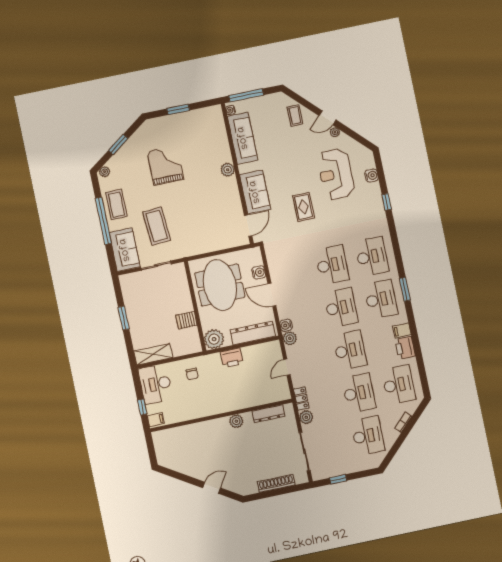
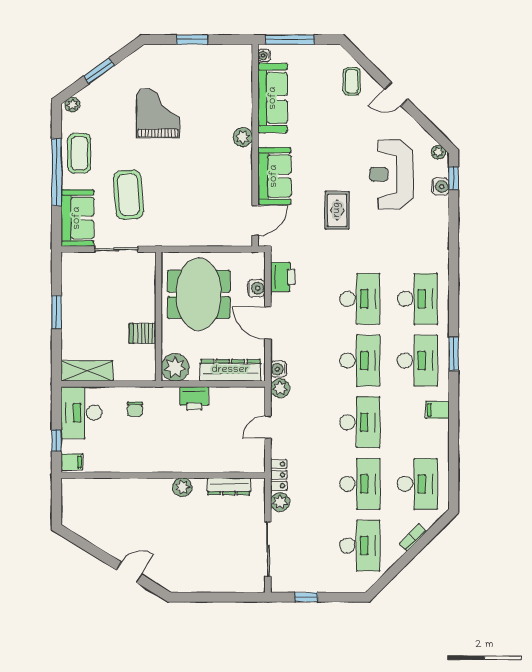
plant: (335, 132) -> (438, 152), moved
window: (387, 202) -> (454, 178), moved
printer: (405, 348) -> (283, 277), moved, turned 180
shoe rack: (276, 483) -> (219, 585), removed

